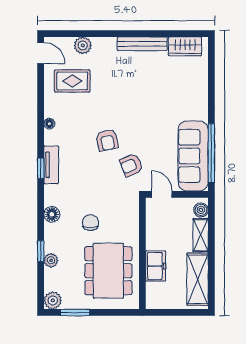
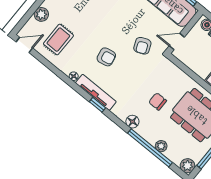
armchair: (107, 140) -> (106, 57), moved
tv unit: (51, 165) -> (96, 92), width x1.41
window: (41, 251) -> (150, 148), width x3.17

